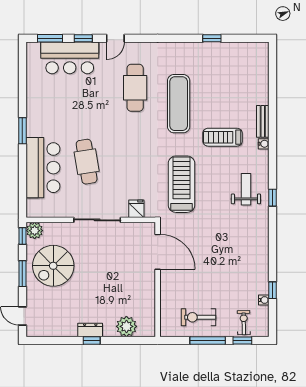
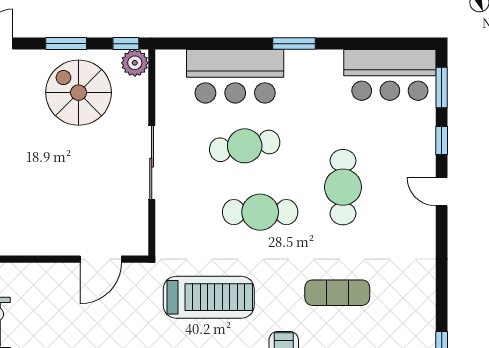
bar counter: (70, 58) -> (390, 75), moved, turned -90
cafe table: (135, 88) -> (343, 187), moved, turned 90
exercise mat: (179, 104) -> (337, 293), width x0.73, depth x0.69
cafe table: (128, 152) -> (260, 212), added
fridge: (136, 209) -> (169, 225), removed
door: (158, 252) -> (101, 259), width x0.73

